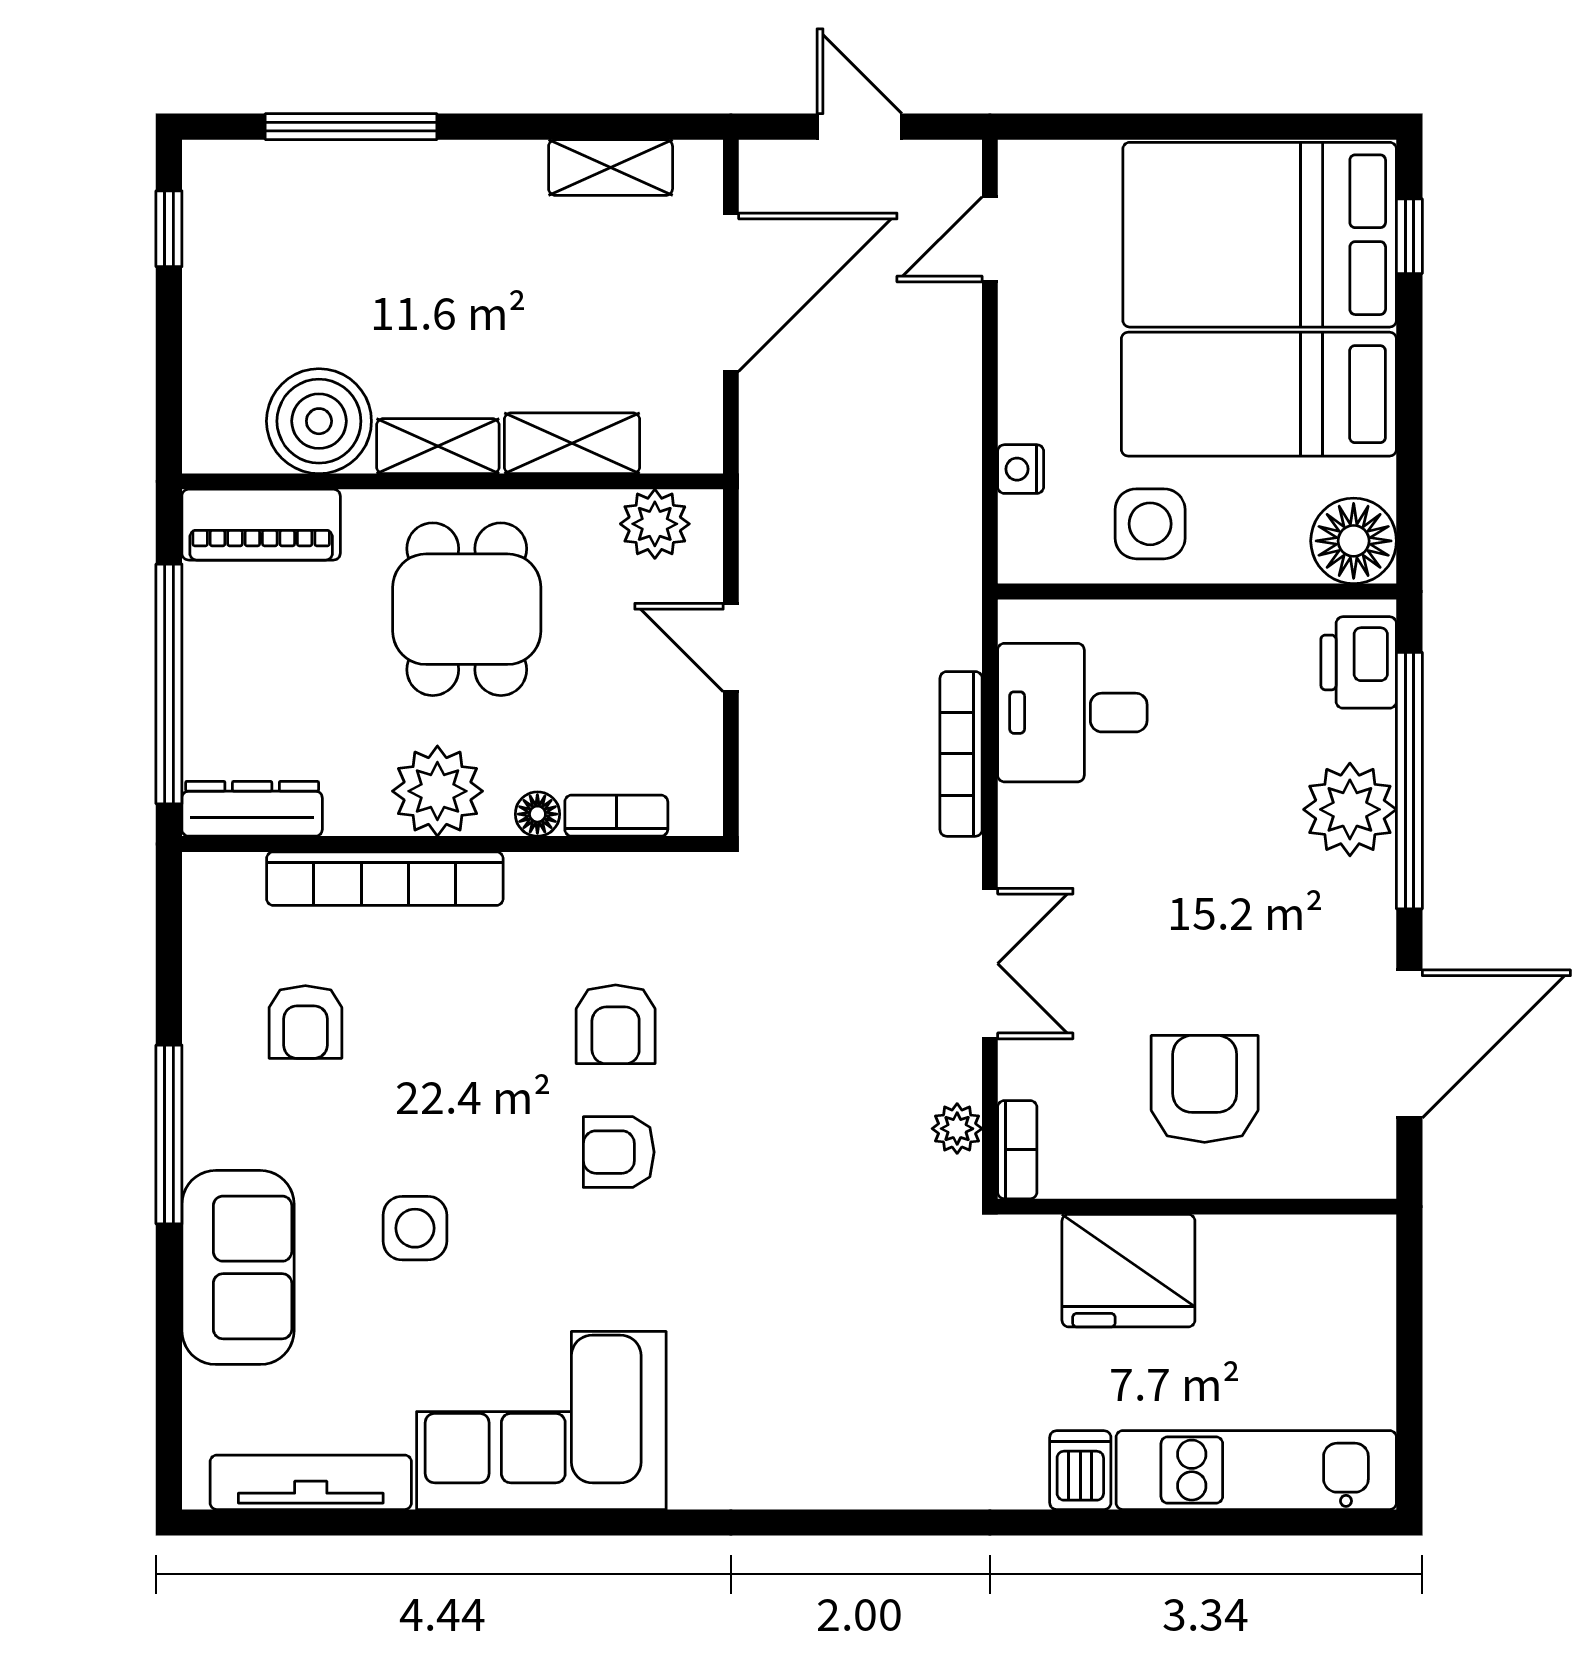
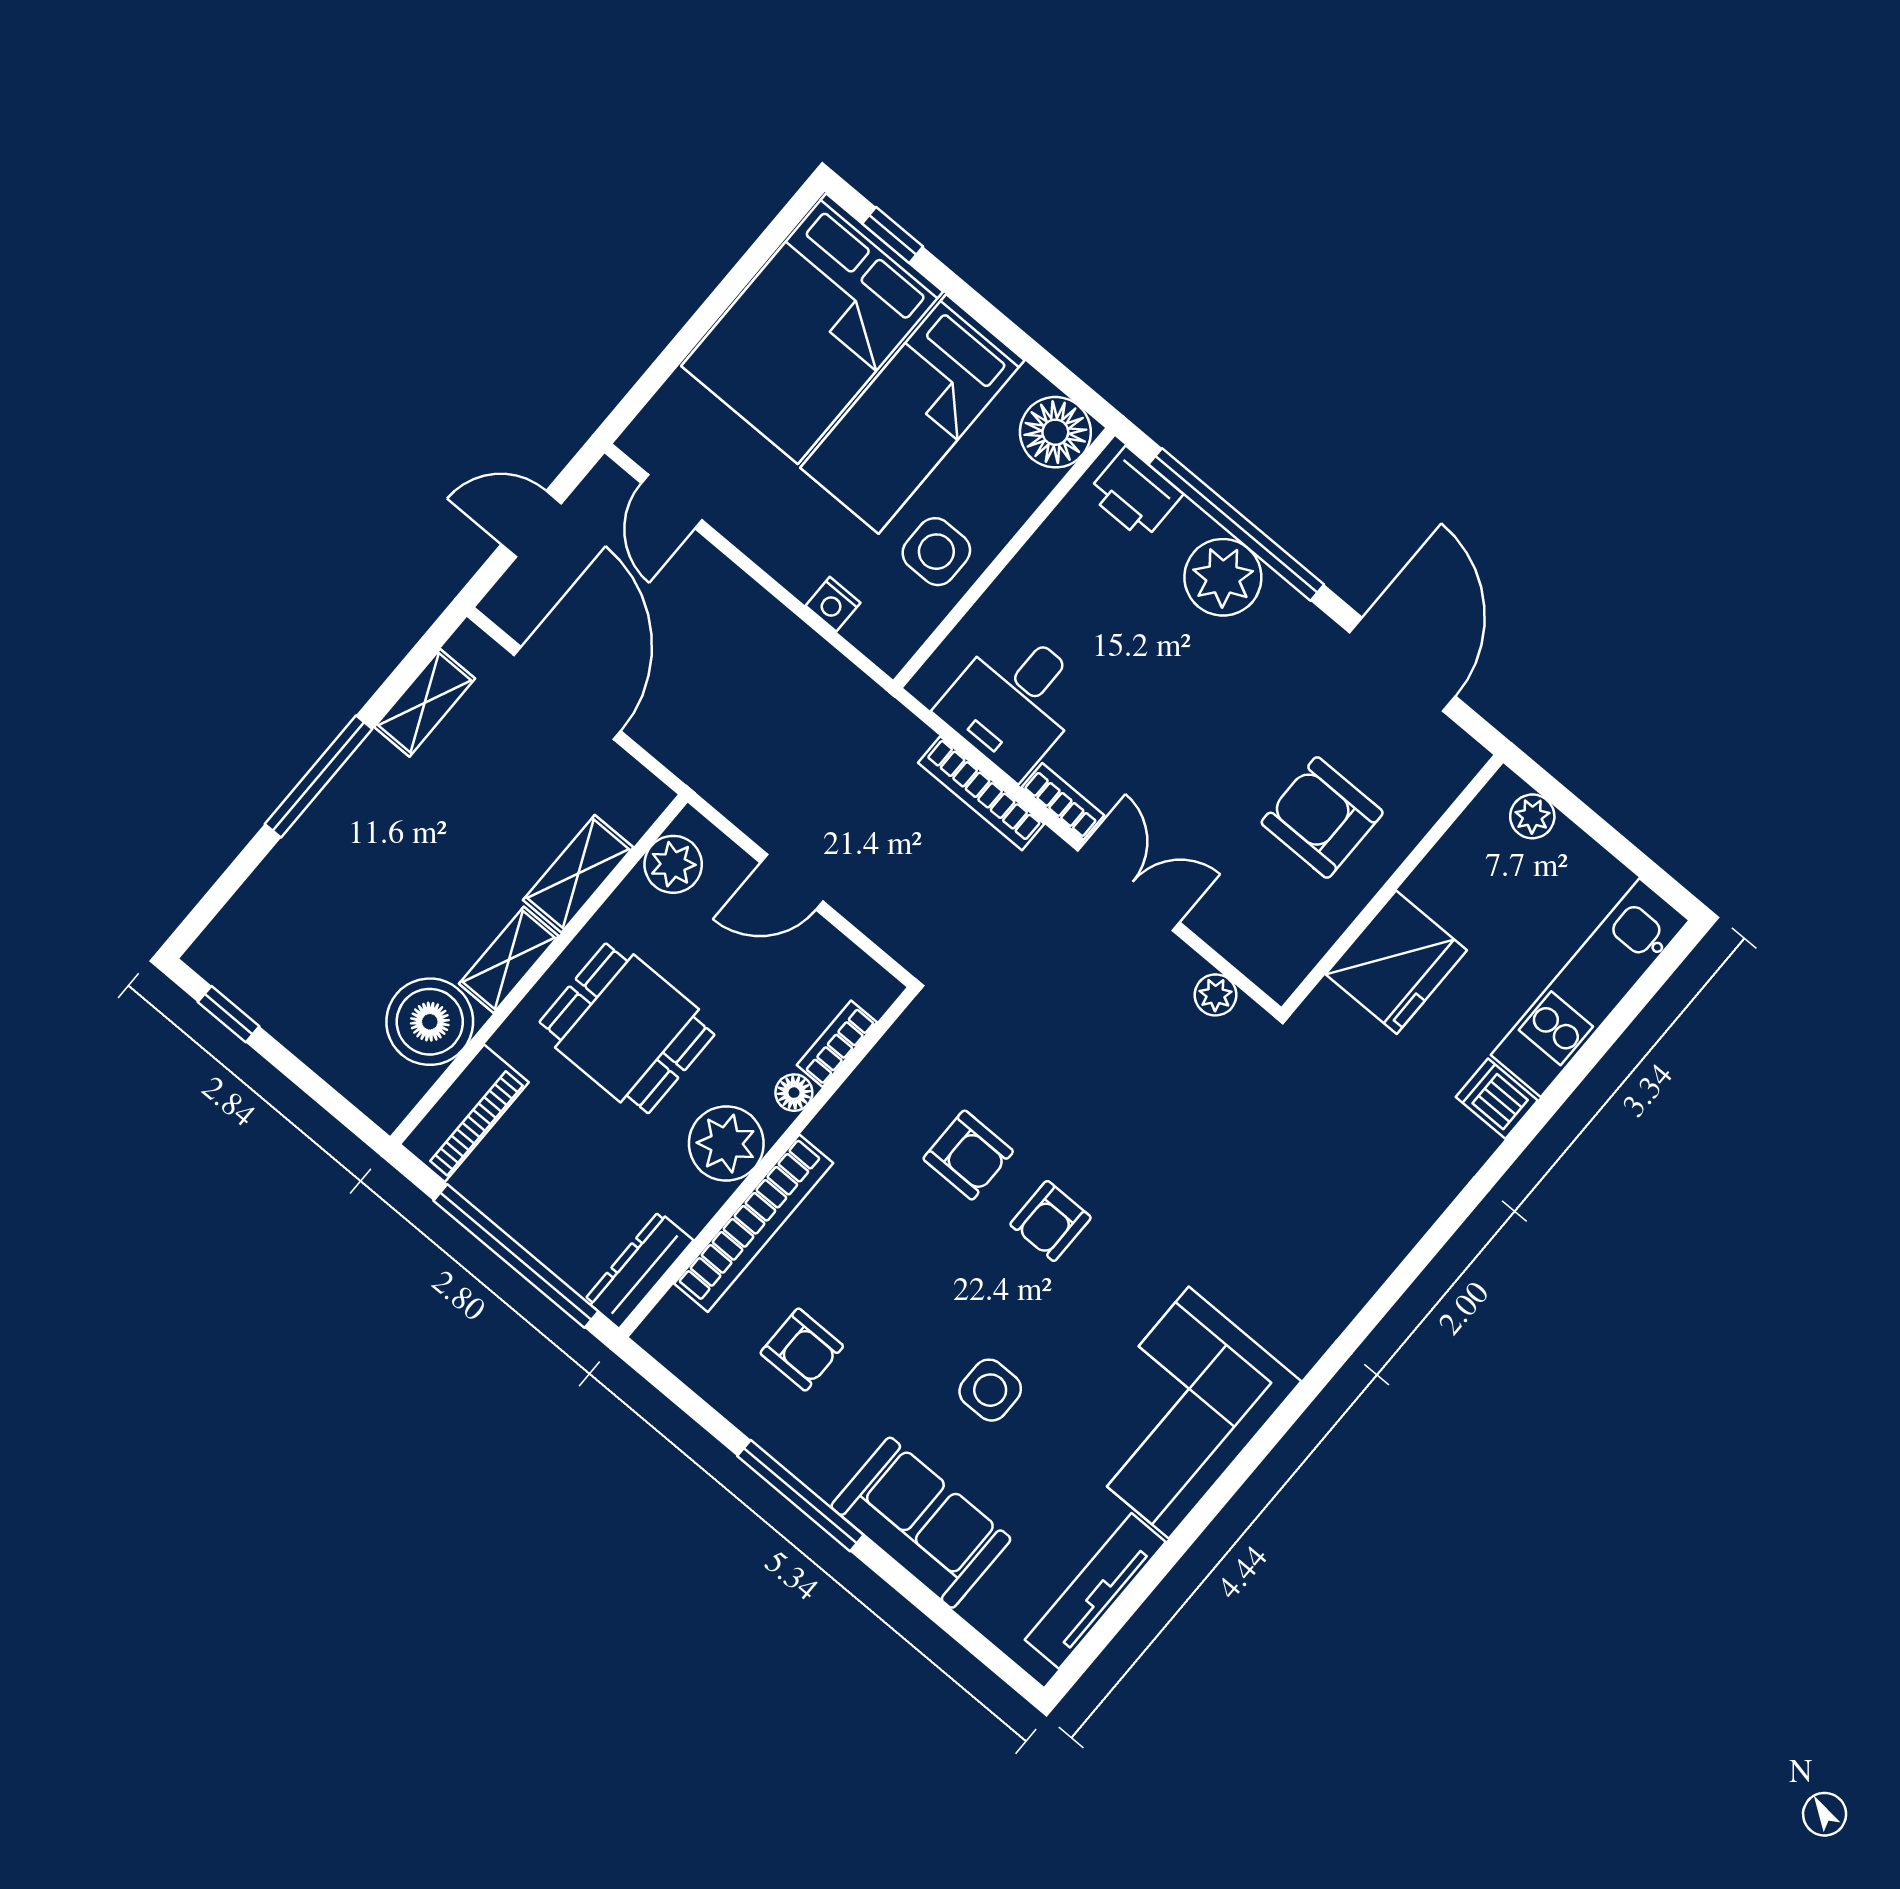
window: (351, 127) -> (318, 777), moved
bookcase: (1017, 1150) -> (1063, 801), moved
plant: (1370, 1283) -> (1532, 816), added

